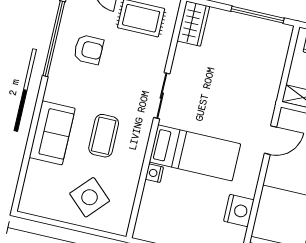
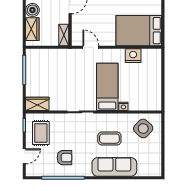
armchair: (88, 50) -> (64, 158), turned 90
sofa: (52, 133) -> (114, 167), width x1.36
side table: (90, 197) -> (143, 128), moved

